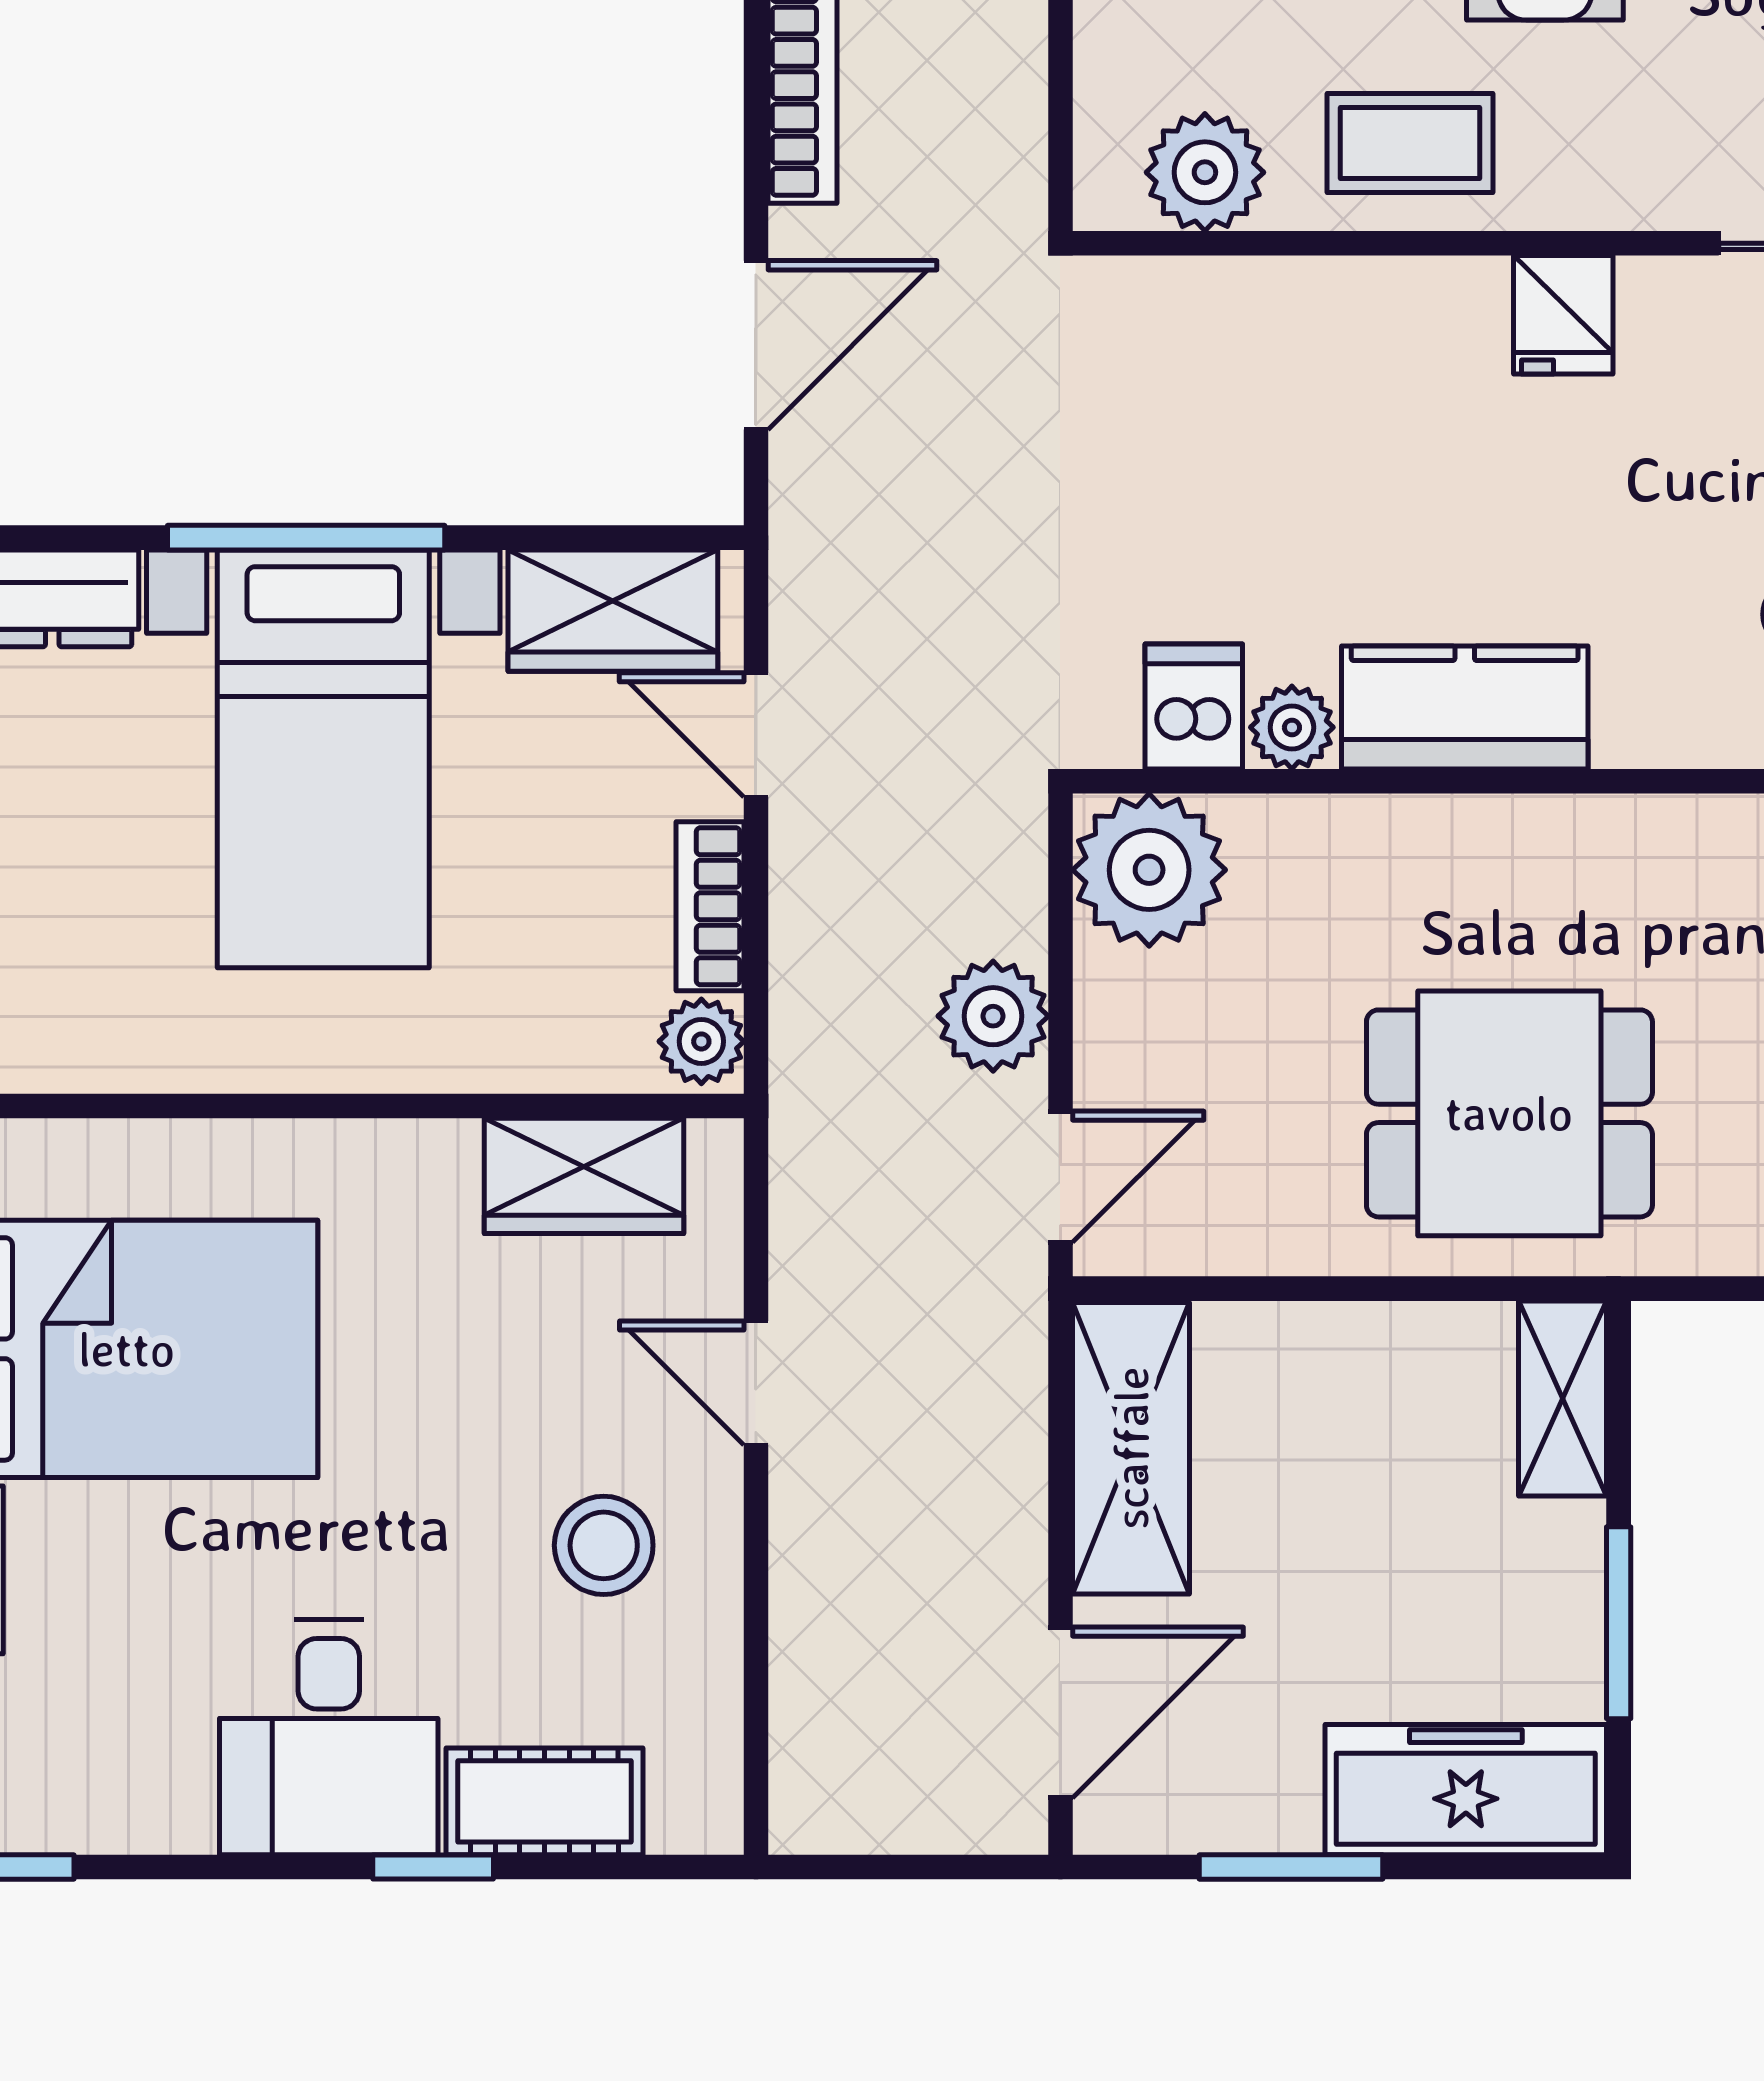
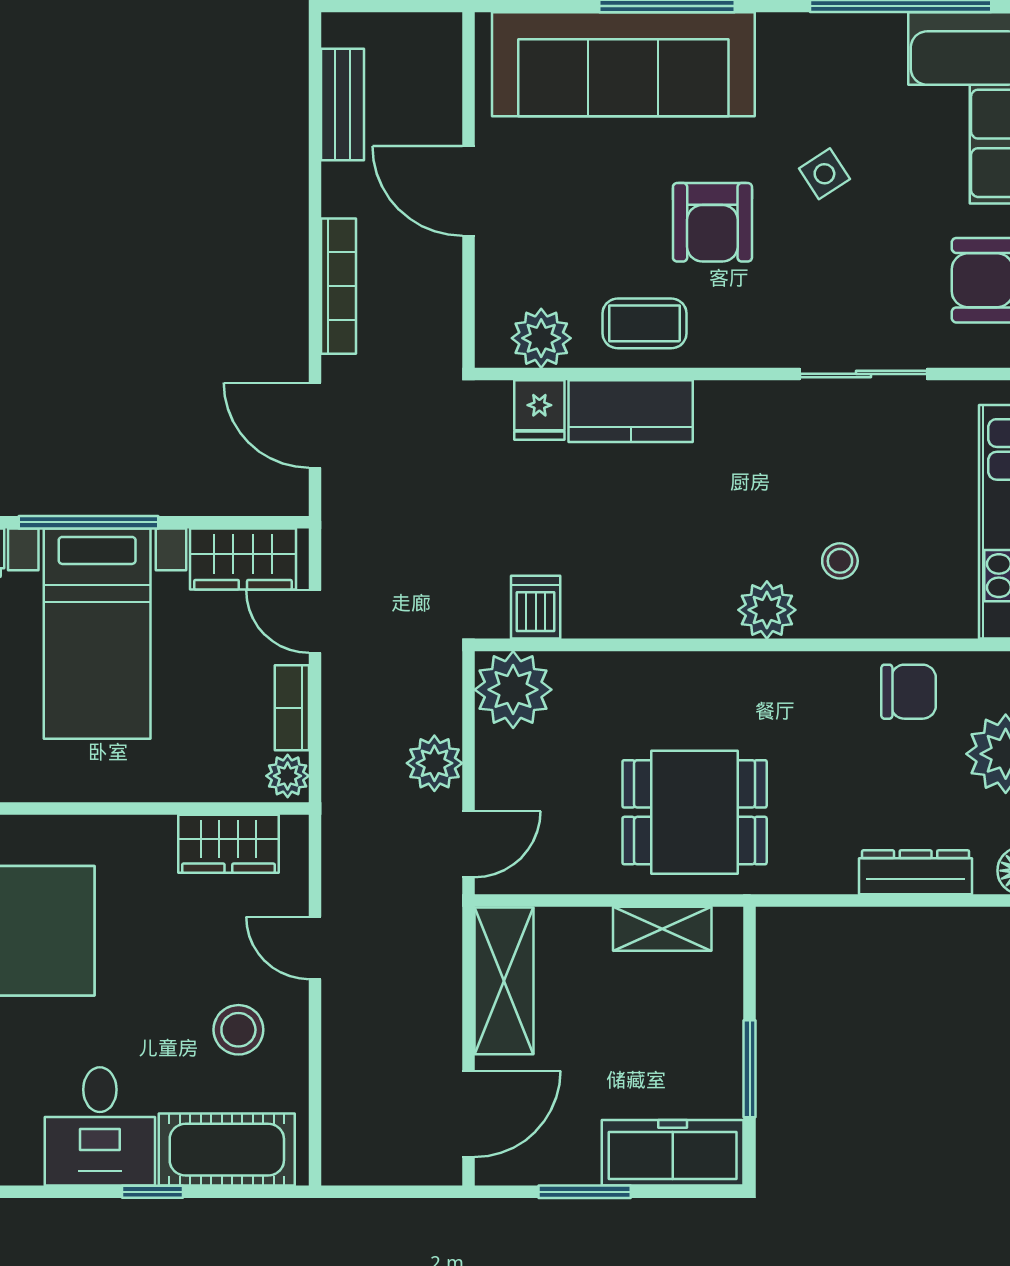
fridge: (1563, 315) -> (539, 410), moved
door: (756, 345) -> (315, 425), swing flipped
kitchen counter: (1465, 707) -> (631, 411), moved, turned 180
plant: (1292, 727) -> (767, 610), moved, width x1.38, depth x1.38
shelving: (1562, 1398) -> (662, 929), moved, turned 90
cot: (544, 1801) -> (227, 1150), width x1.37, depth x1.34

